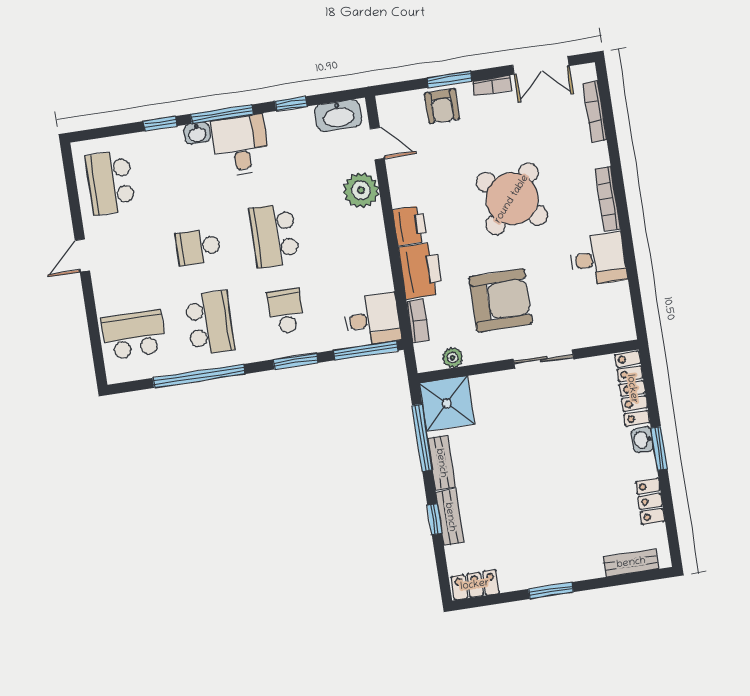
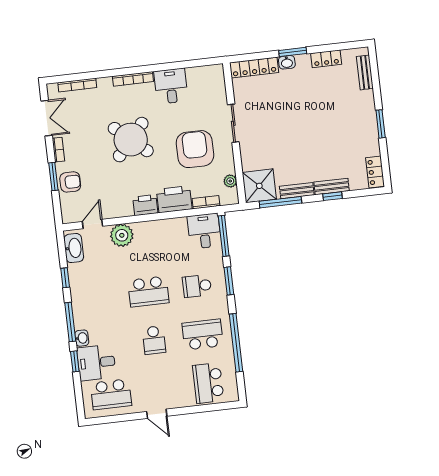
desk: (241, 145) -> (96, 363), moved

